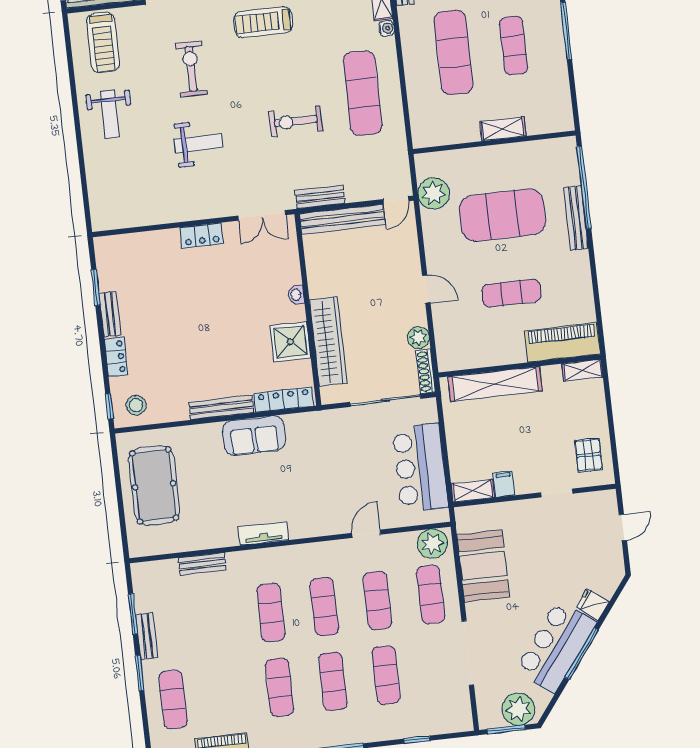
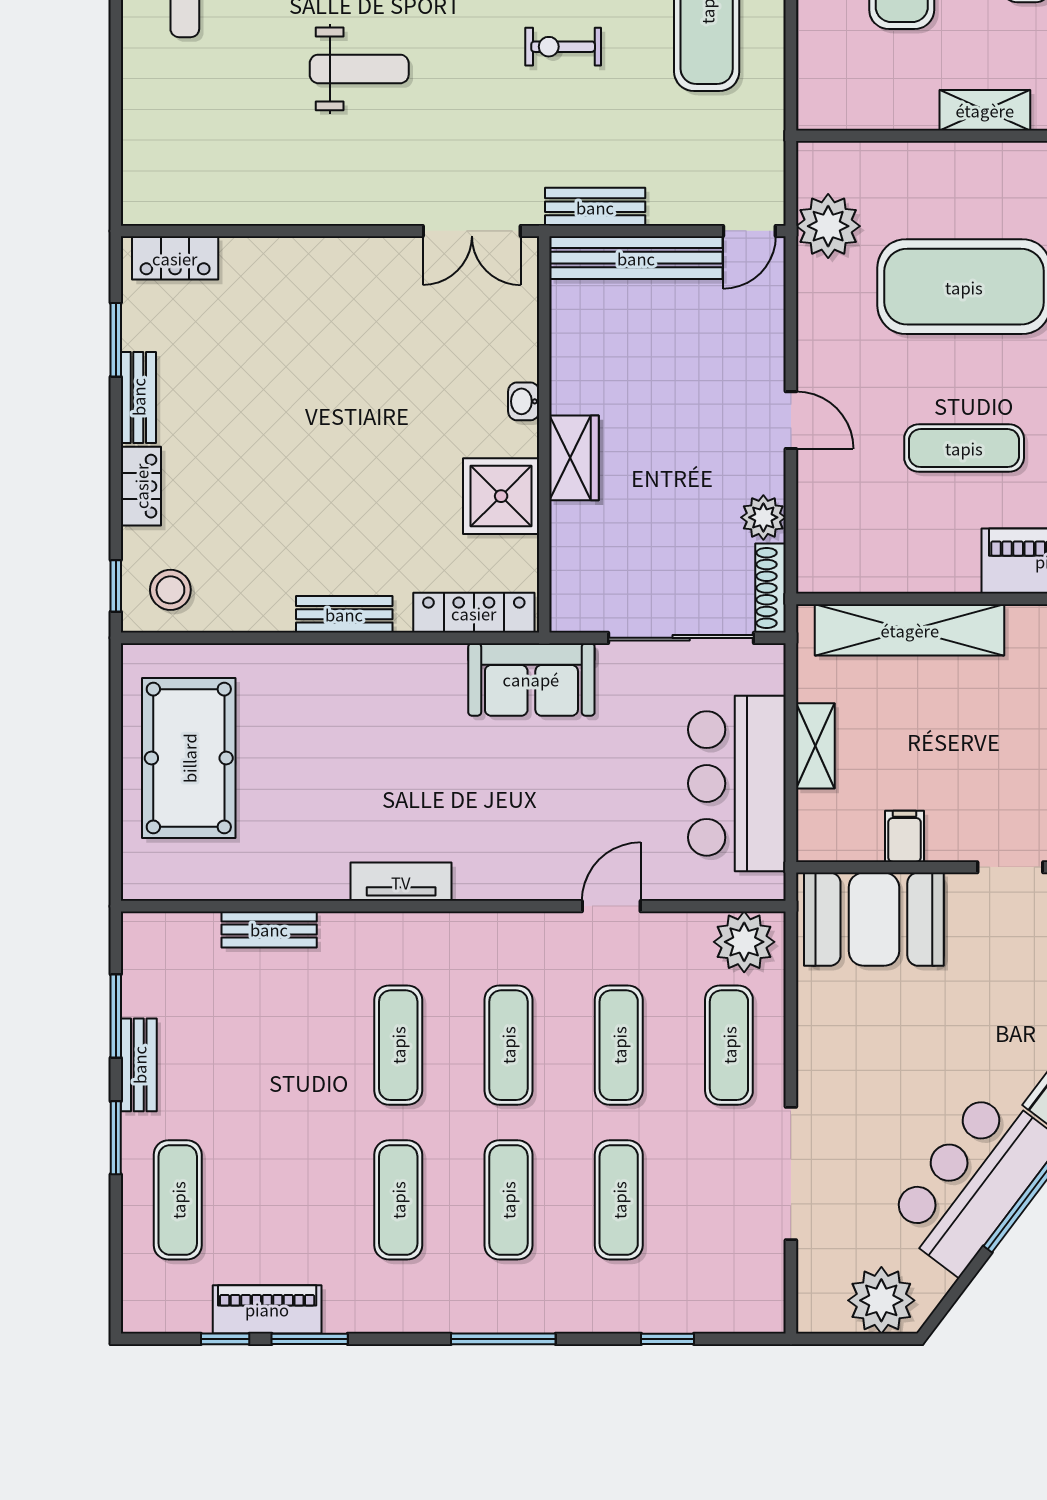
exercise bike: (296, 121) -> (563, 47), width x0.73, depth x0.72
locker: (202, 235) -> (175, 258), moved
wardrobe: (328, 342) -> (574, 458), width x0.48, depth x0.85
bench: (221, 407) -> (344, 614), width x0.73
sofa: (254, 436) -> (531, 679), moved
shelving: (473, 491) -> (815, 746), moved, turned 90
booth: (483, 566) -> (874, 919), moved, turned 90
window: (506, 730) -> (852, 1339), removed

